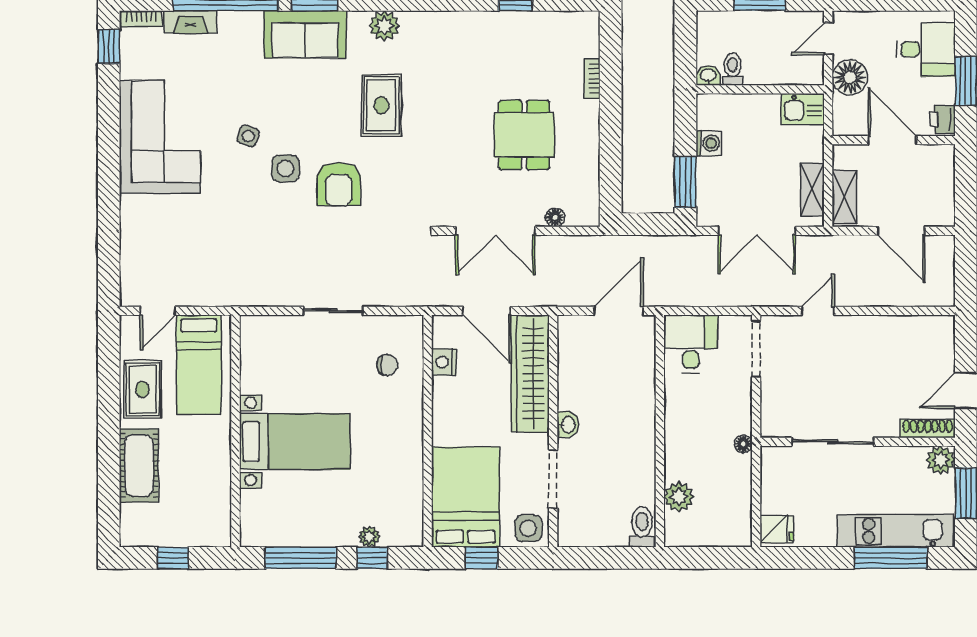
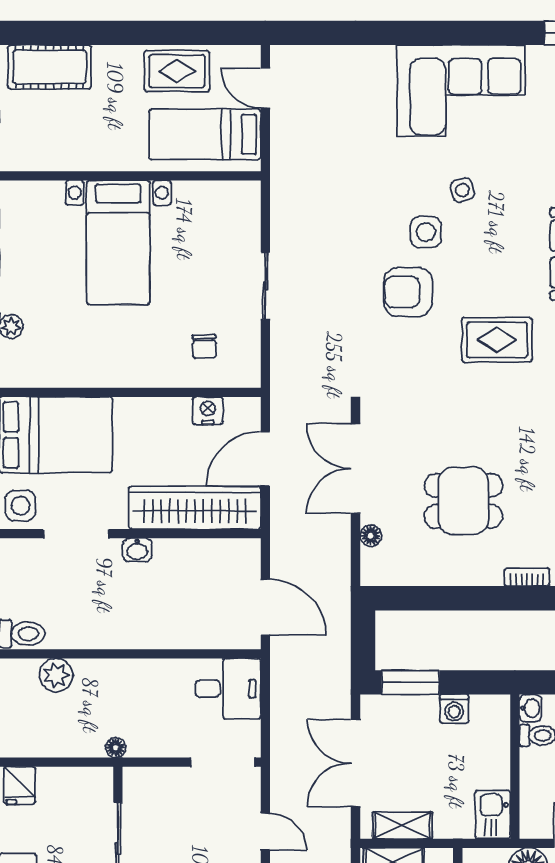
side table: (248, 136) -> (462, 190), turned -38
cot: (139, 465) -> (49, 67), moved

